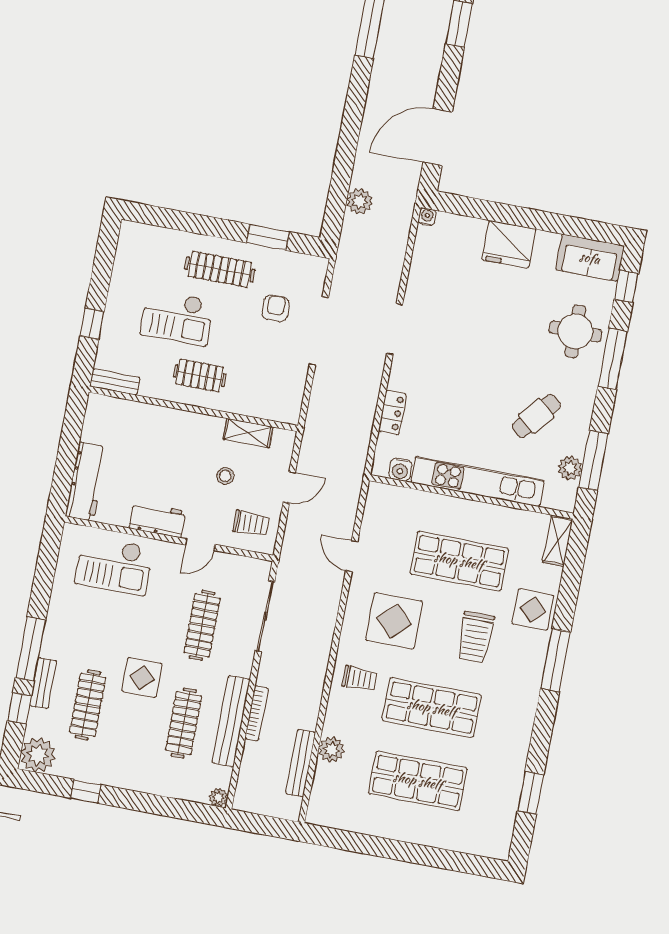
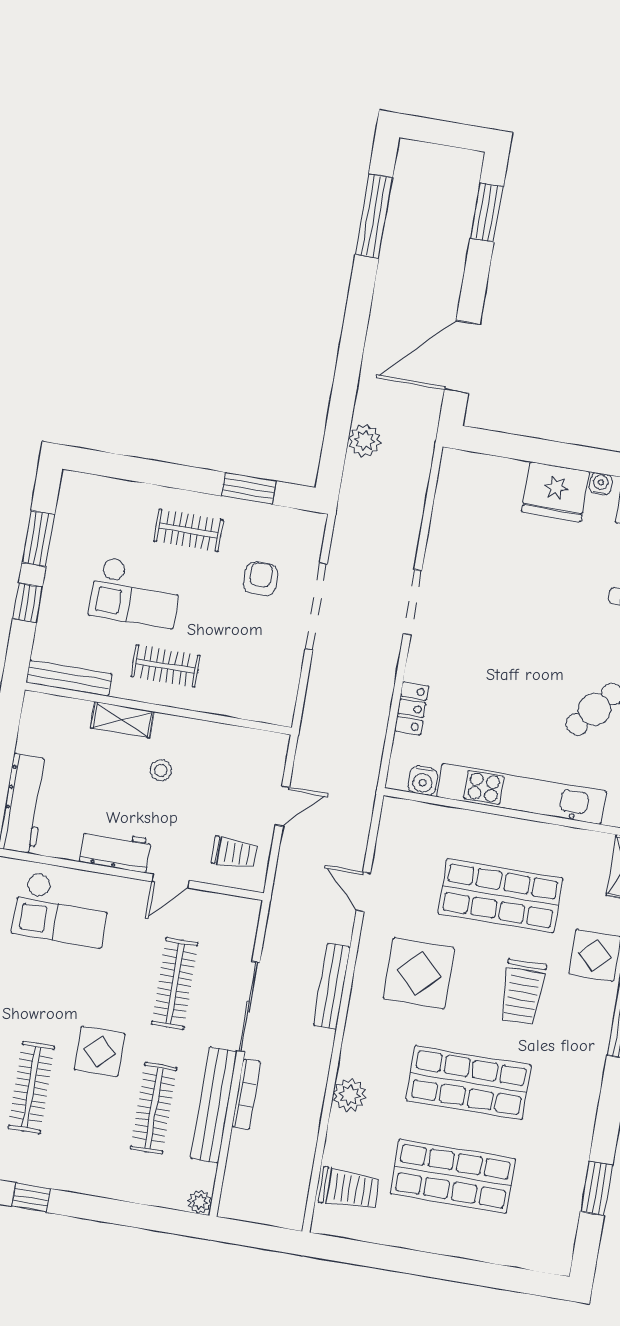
water cooler: (427, 217) -> (601, 484), moved
clothes rail: (220, 269) -> (188, 530), width x0.73
window: (102, 273) -> (38, 538), added
bench: (115, 382) -> (69, 678), width x1.36
shelving: (248, 433) -> (122, 720), moved
stool: (225, 476) -> (161, 770), moved
sliding door: (265, 616) -> (248, 1007), moved
trolley: (360, 679) -> (349, 1189), moved, width x1.36, depth x1.39
plant: (331, 750) -> (350, 1095), moved
bench: (300, 763) -> (332, 986), moved

